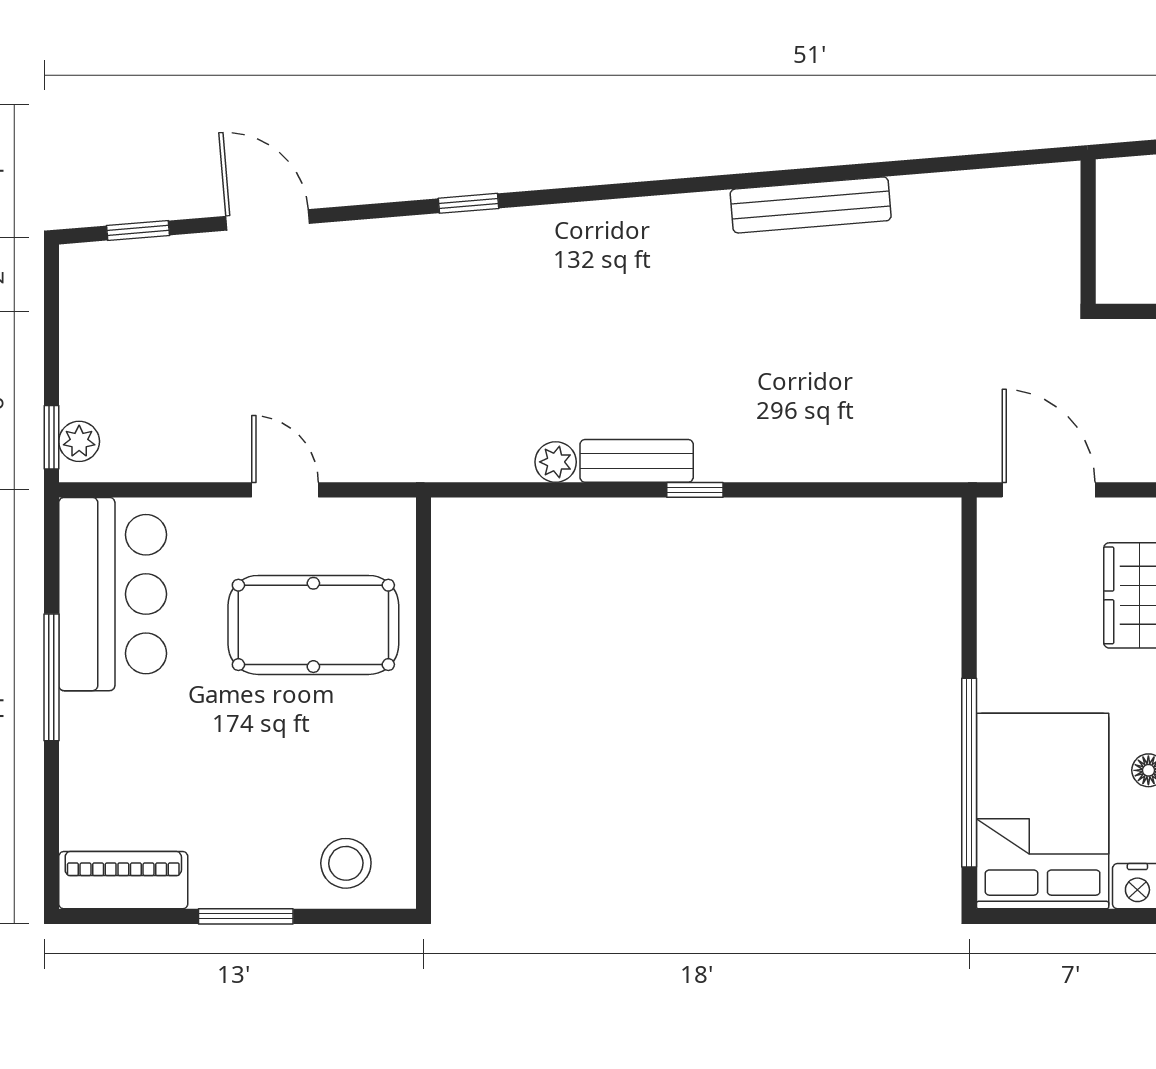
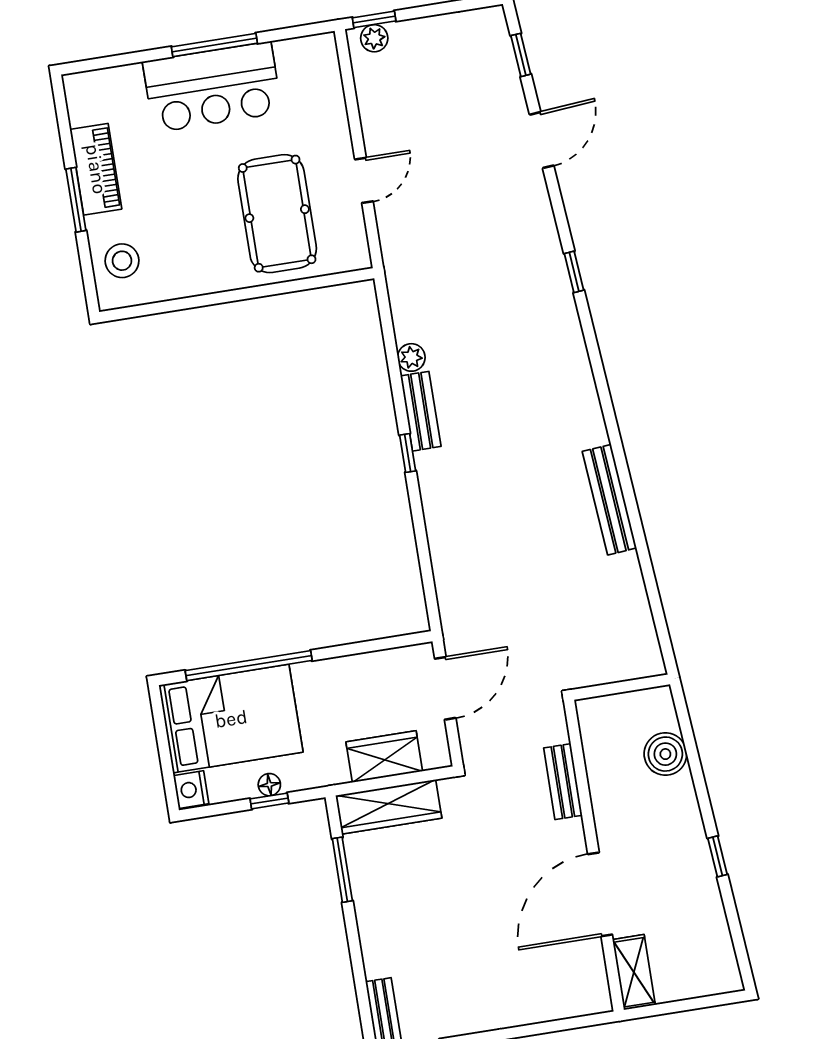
bar counter: (113, 594) -> (212, 87), moved
piano: (123, 880) -> (96, 169), moved

